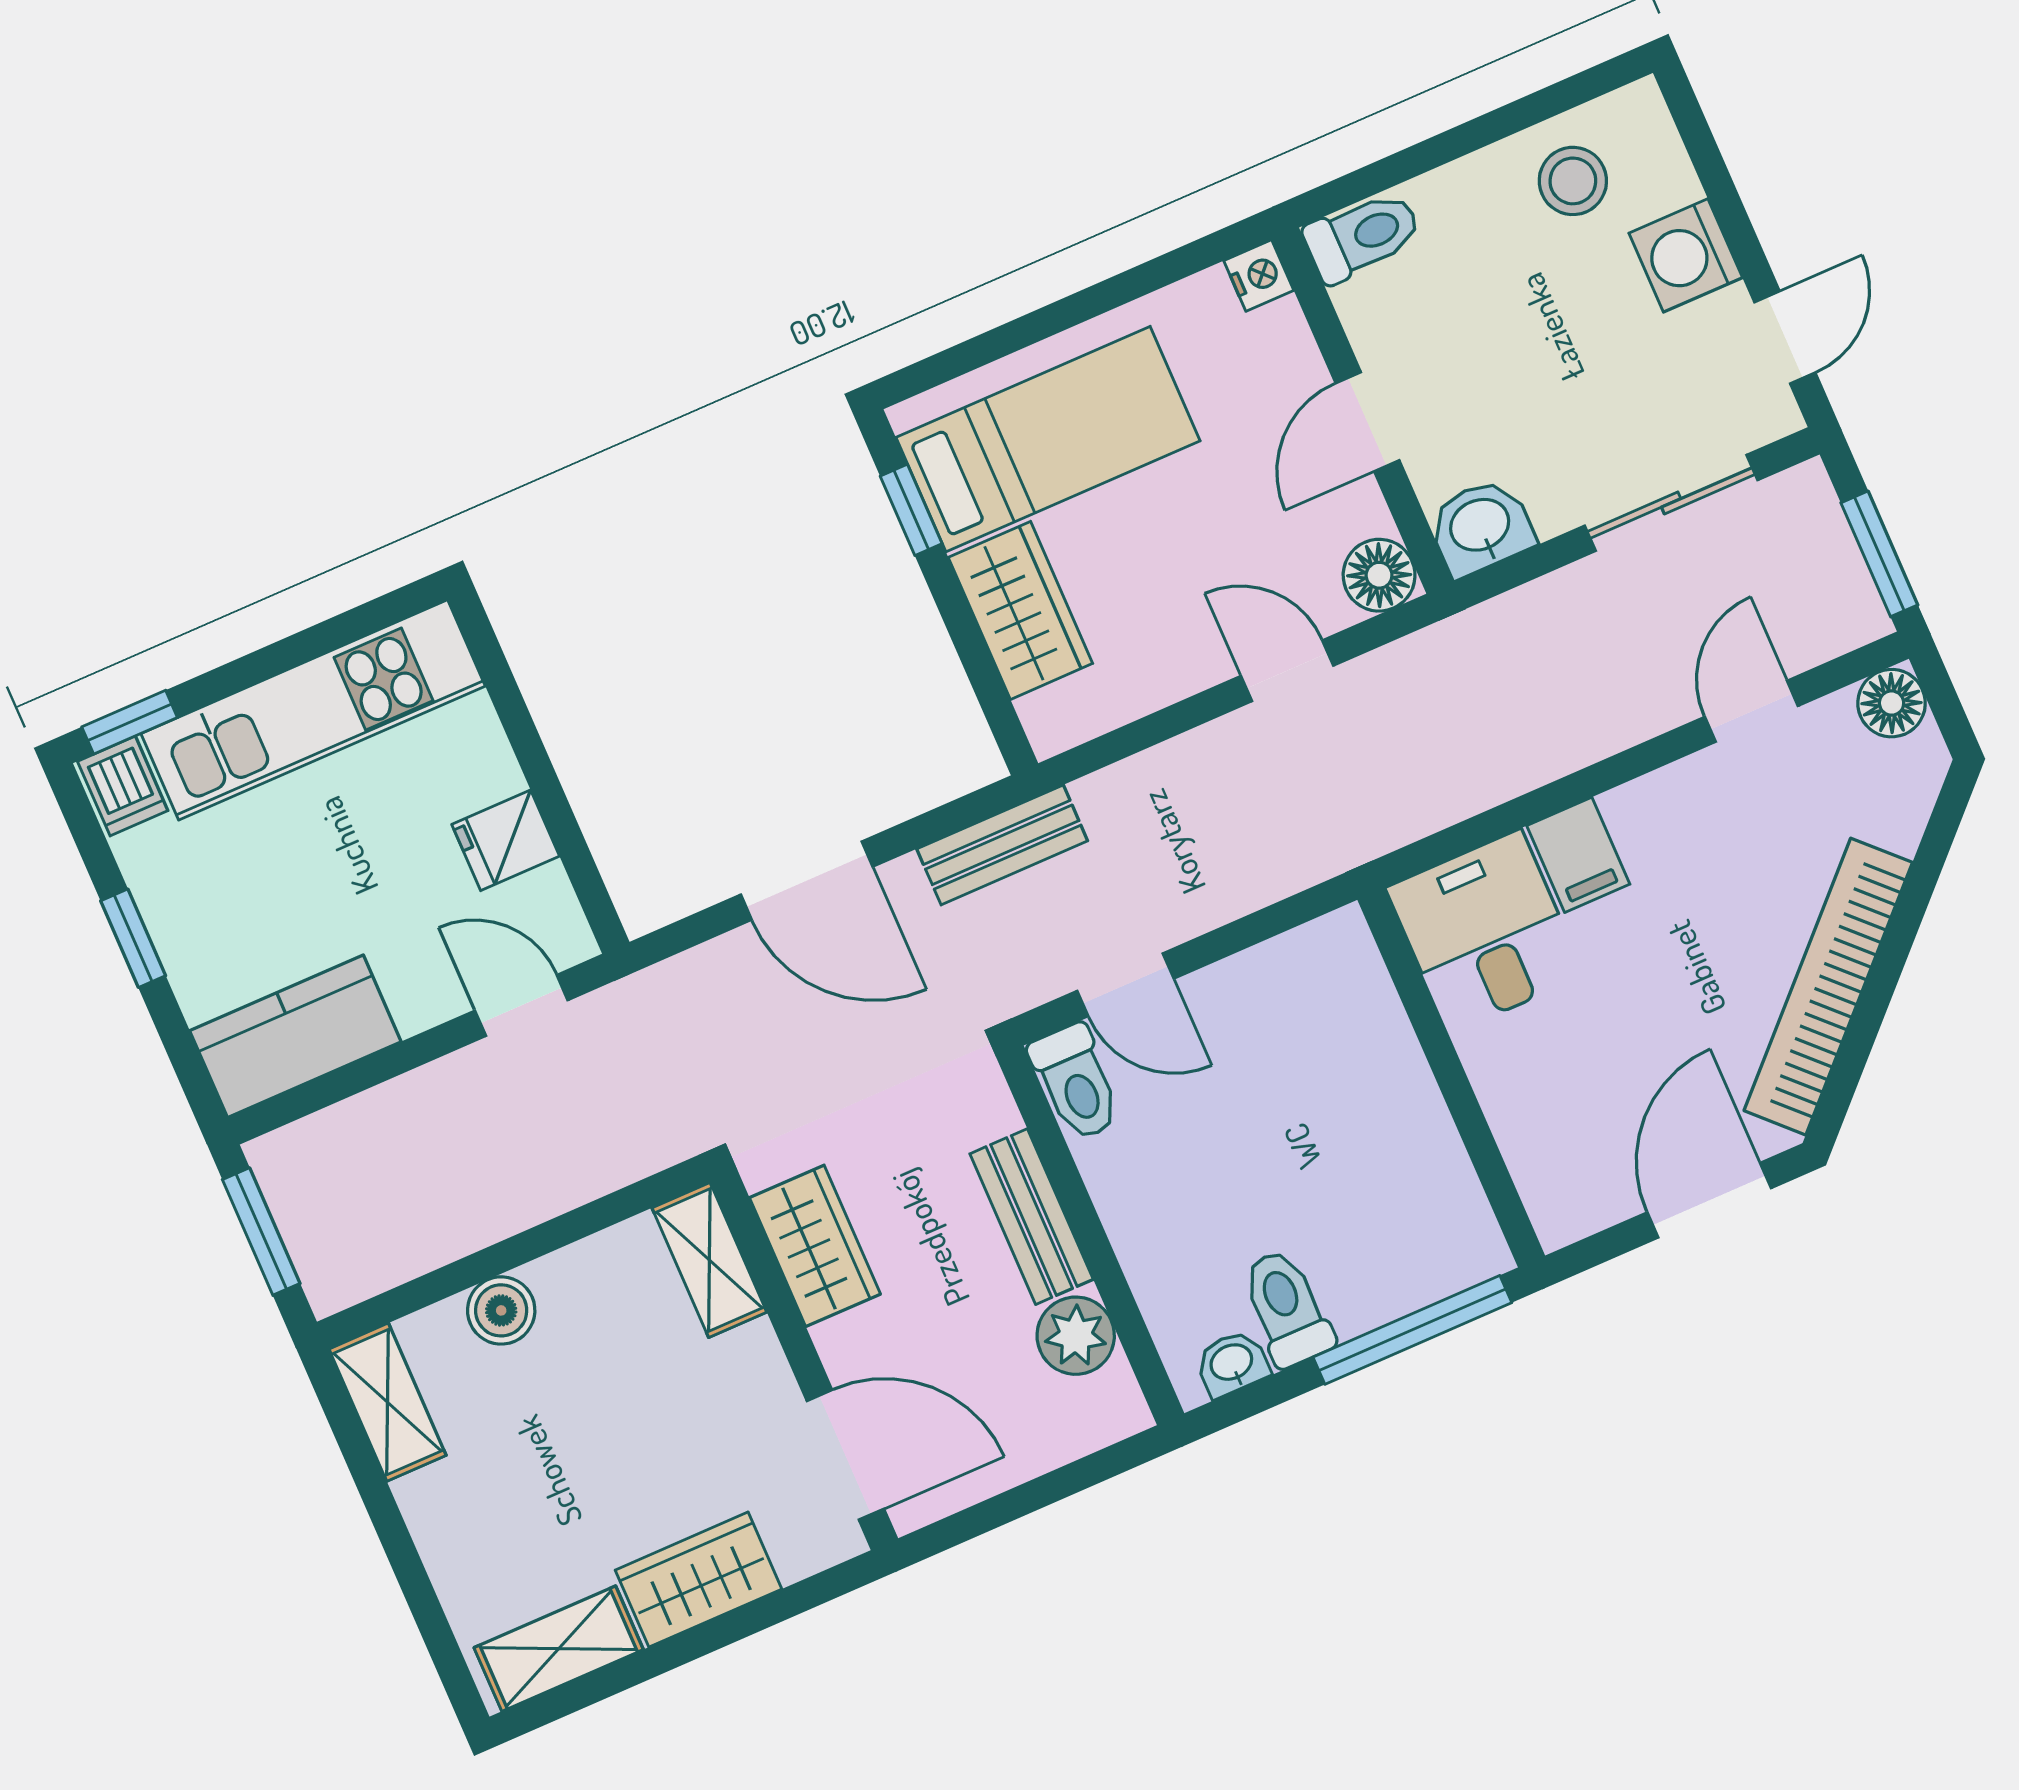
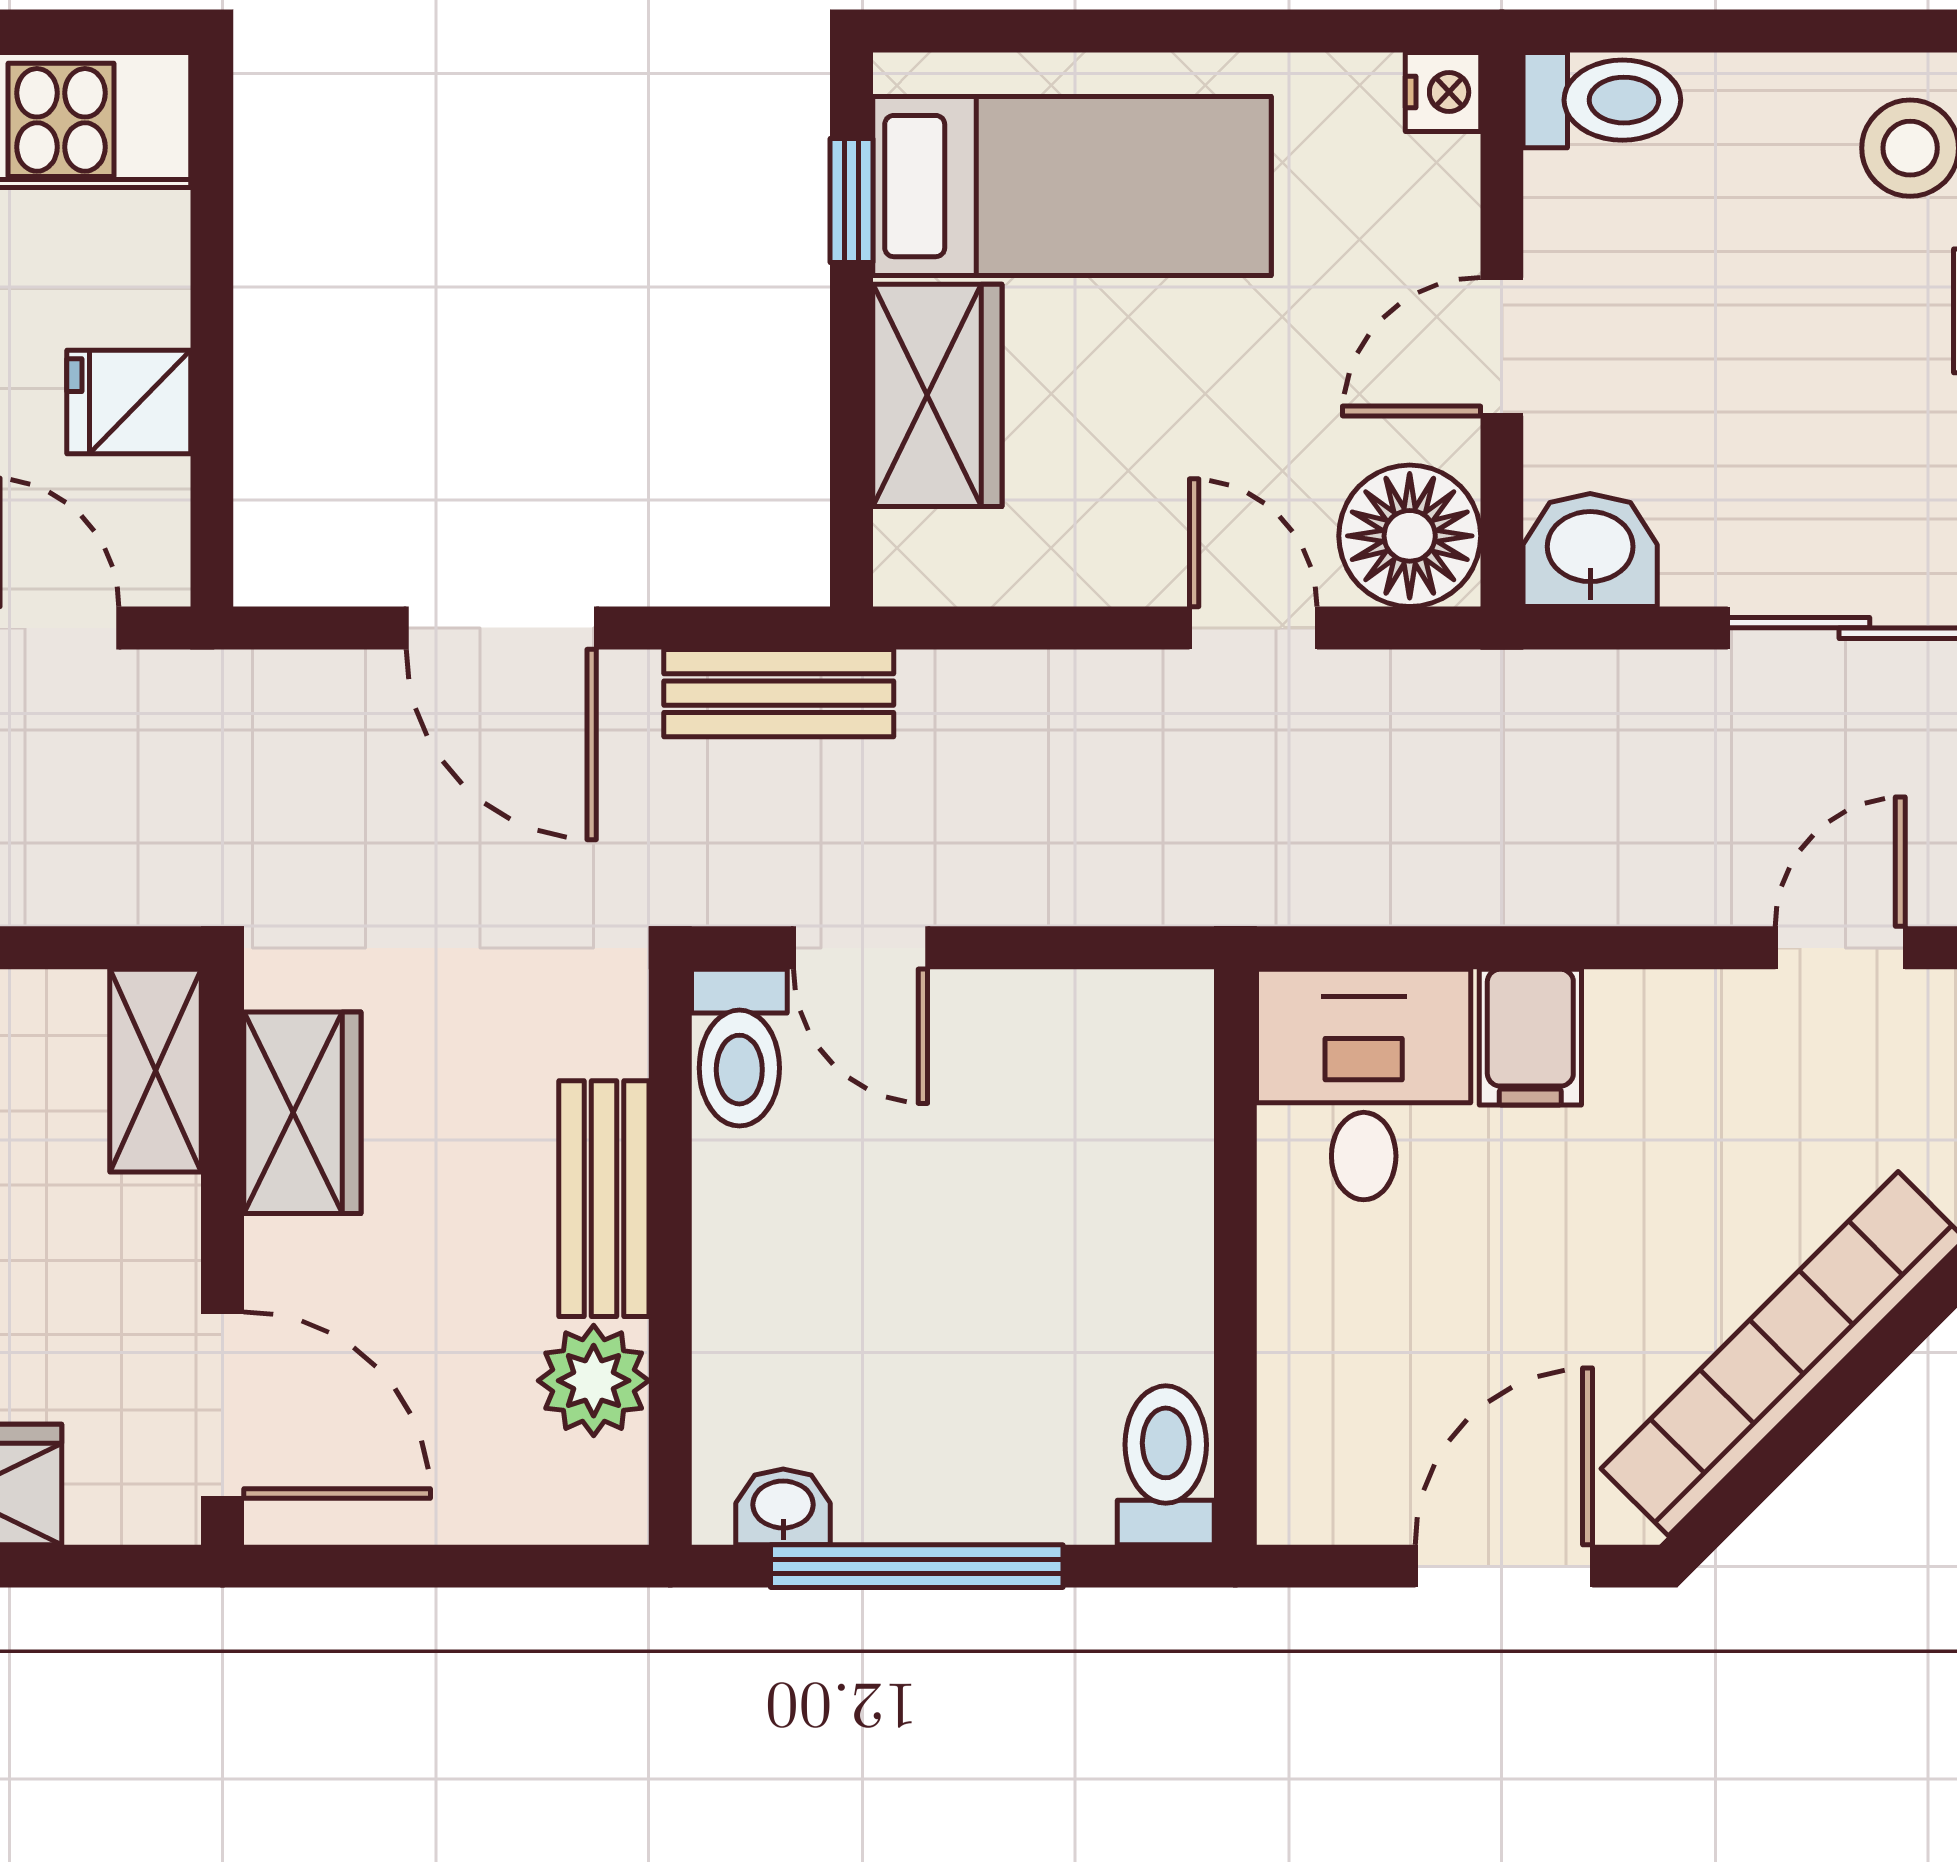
floor lamp: (1379, 575) -> (1410, 536), width x1.38, depth x1.38
toilet: (1287, 1308) -> (1166, 1465), moved
window: (1412, 1330) -> (917, 1566), moved

